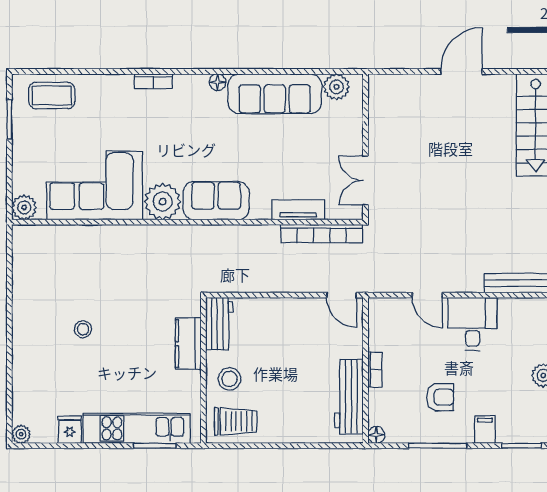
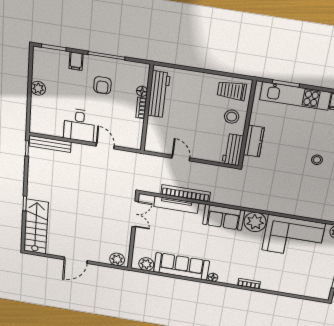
plant: (388, 87) -> (117, 259), added
coffee table: (52, 95) -> (308, 286), removed
tv unit: (298, 210) -> (176, 205), width x1.41
bookcase: (322, 234) -> (186, 193), moved
door: (342, 295) -> (181, 158), moved
armchair: (440, 397) -> (102, 85), turned -90
floor lamp: (376, 435) -> (142, 91), moved

